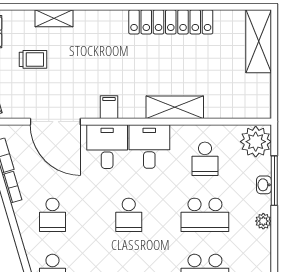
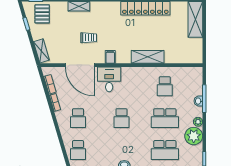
trolley: (33, 59) -> (89, 38), moved
plant: (256, 142) -> (194, 136), moved
desk: (149, 147) -> (133, 79), removed

